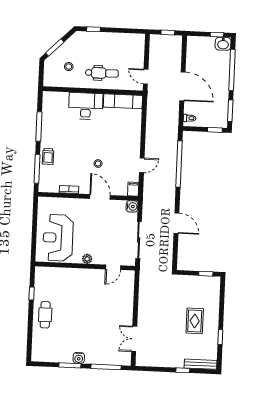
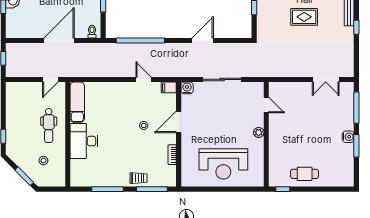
dental chair: (102, 73) -> (49, 125), turned 180
plant: (87, 259) -> (259, 132), moved
wall: (85, 266) -> (266, 134), moved
door: (113, 267) -> (266, 105), moved

